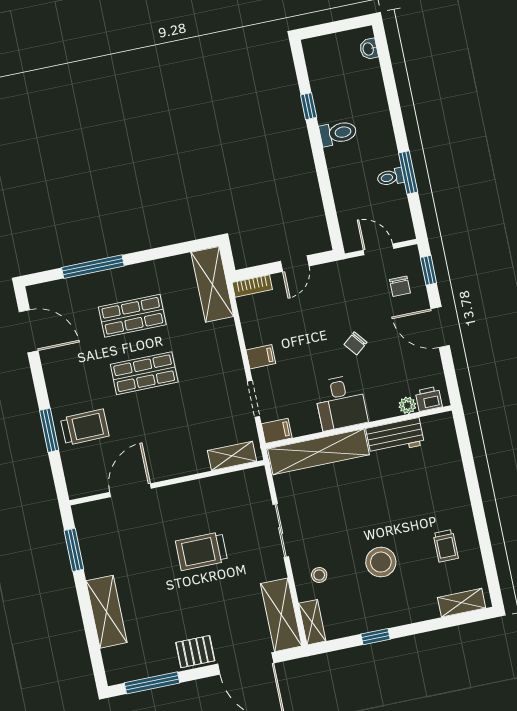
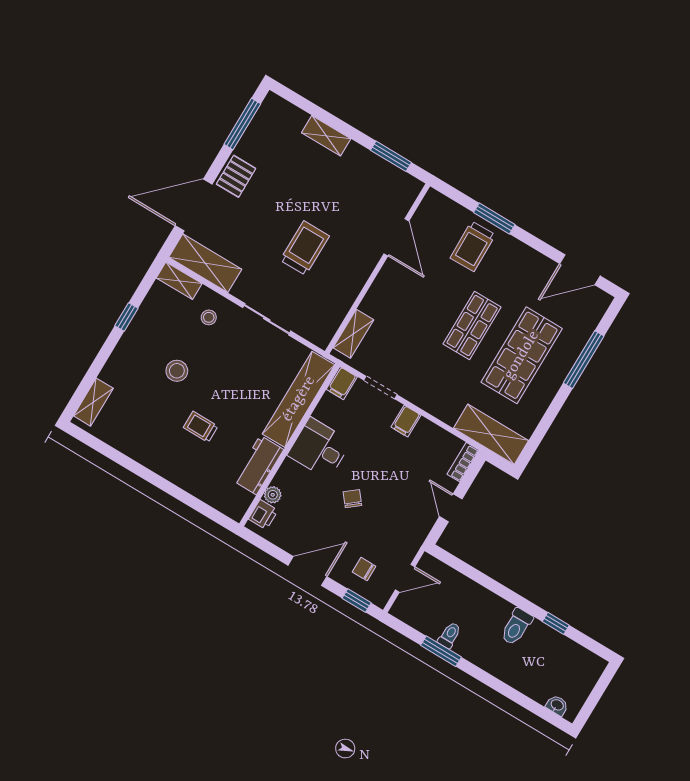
shop shelf: (132, 316) -> (522, 355), width x1.43, depth x1.36
trolley: (446, 546) -> (201, 427), moved
stool: (381, 562) -> (177, 371), width x0.73, depth x0.73
shelving: (107, 612) -> (326, 136), width x0.67, depth x0.75

